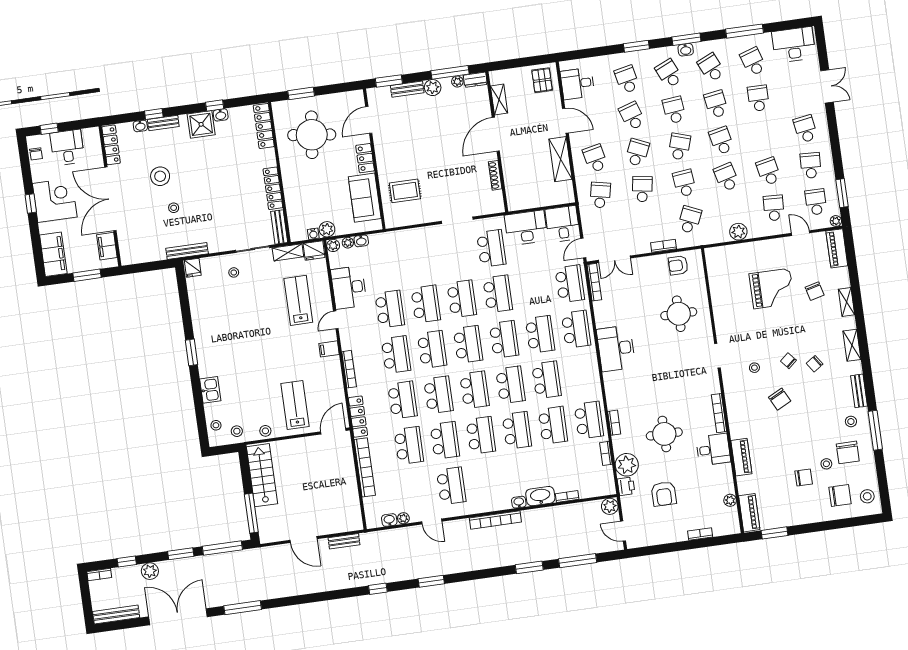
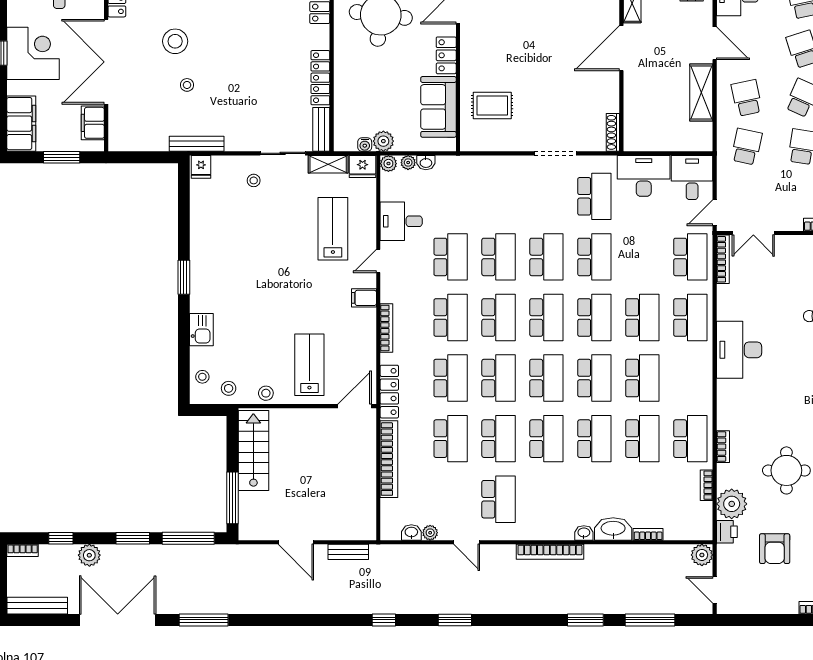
shoe rack: (495, 175) -> (613, 132), moved
desk: (349, 287) -> (401, 221), width x0.73

